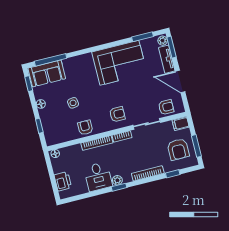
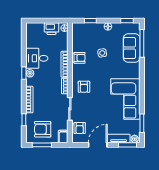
sofa: (47, 73) -> (132, 48), moved
printer: (63, 181) -> (52, 29), moved

